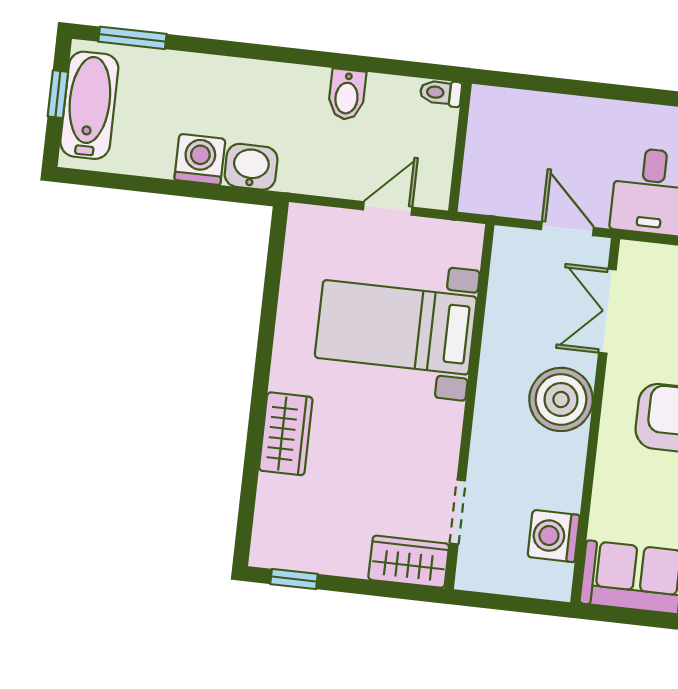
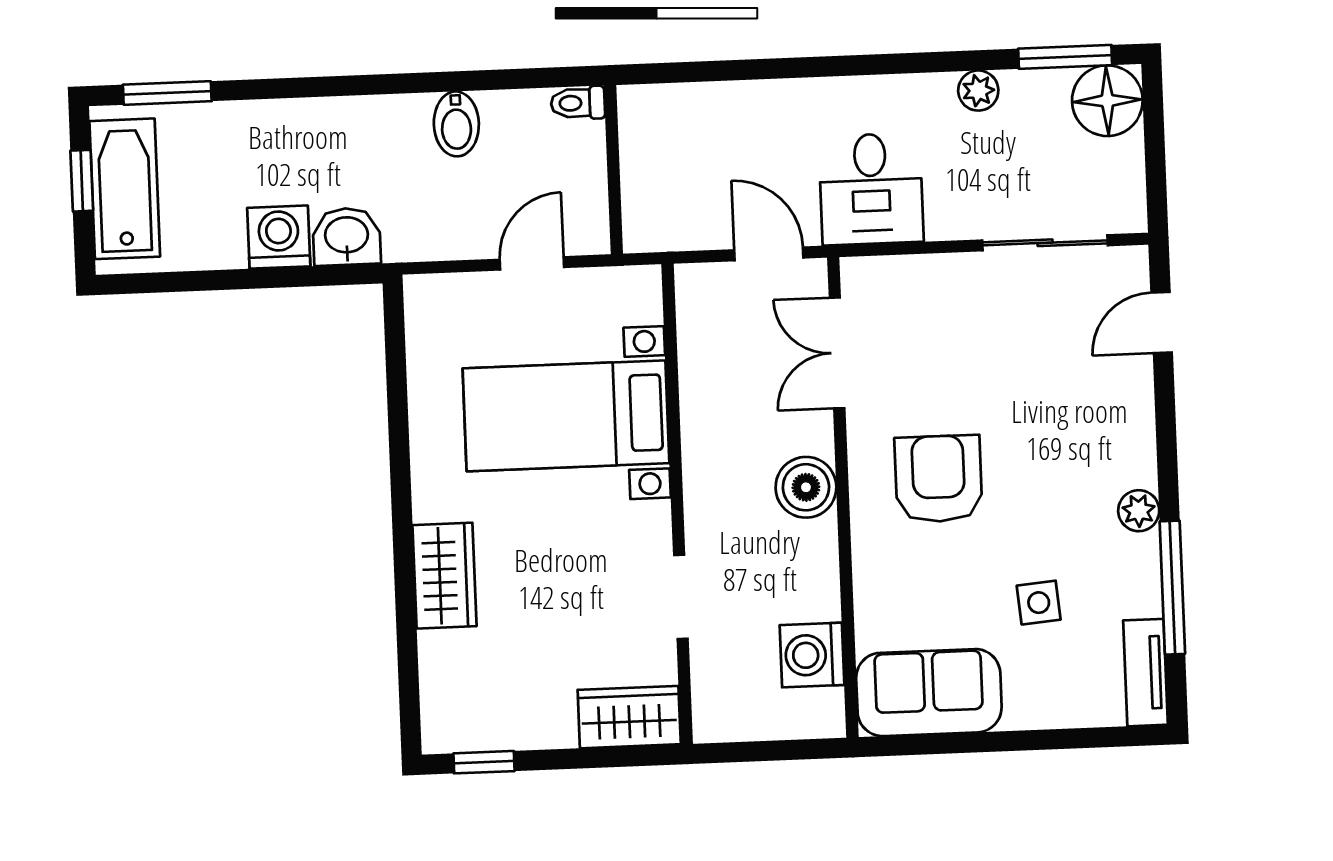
boiler: (561, 399) -> (806, 487), width x0.73, depth x0.73
doorway: (458, 512) -> (681, 597), moved

